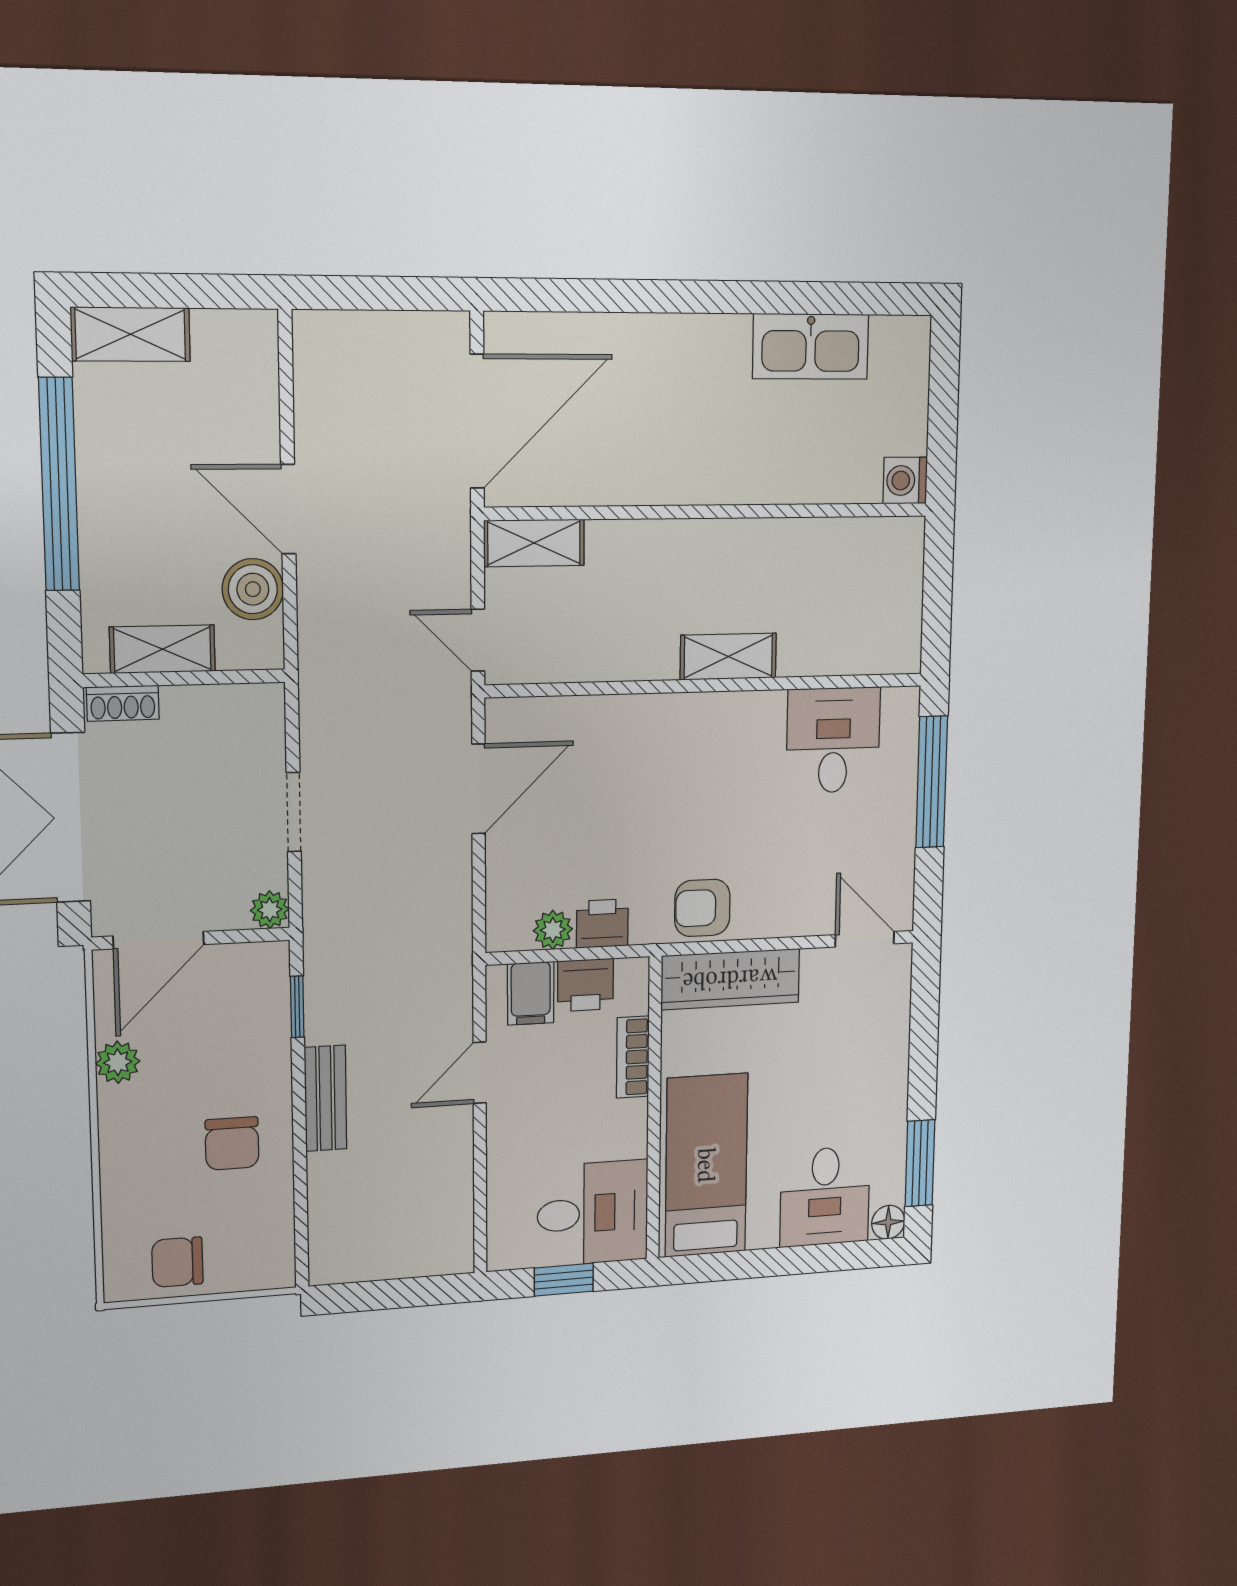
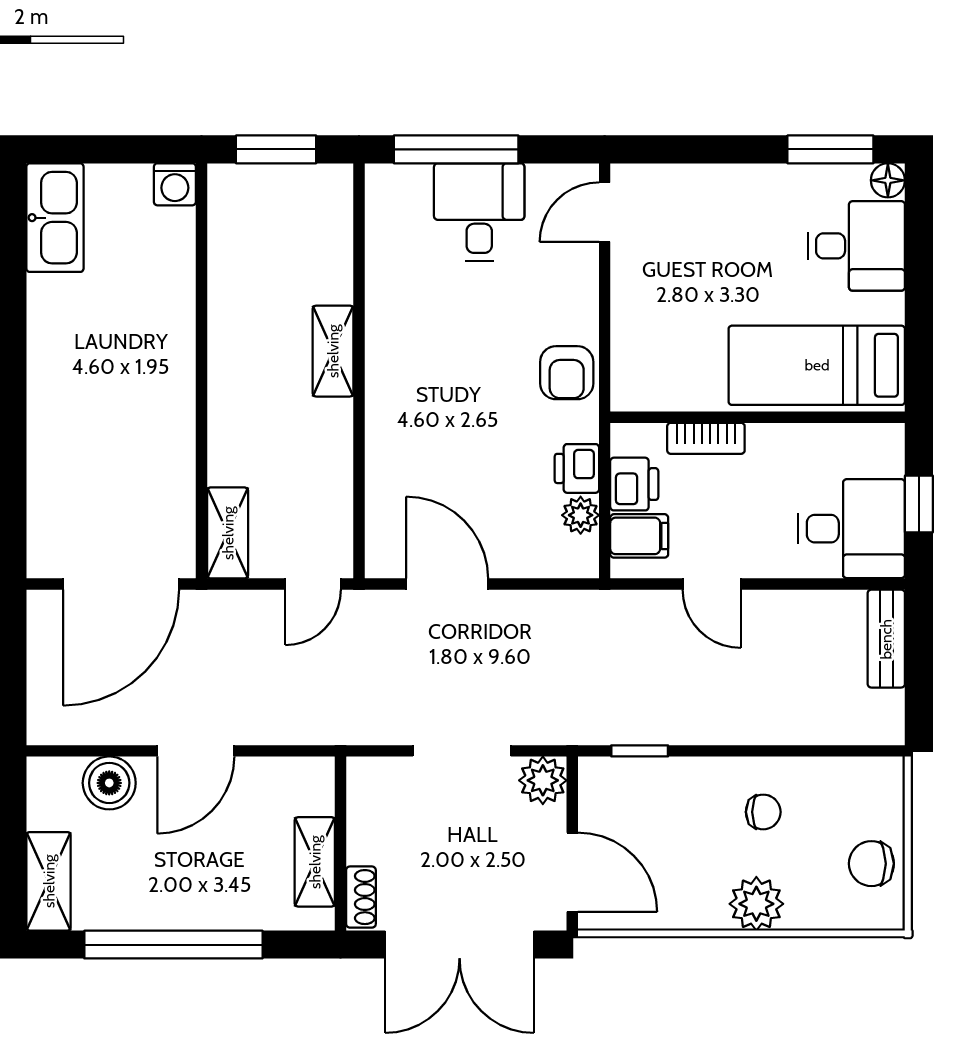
kitchen sink: (811, 346) -> (55, 218), moved
door: (477, 421) -> (121, 584), swing flipped
boiler: (253, 589) -> (109, 783), moved
window: (937, 590) -> (276, 149), added
desk: (833, 740) -> (479, 212), moved, turned 90
doorway: (294, 812) -> (462, 751), width x1.38
plant: (270, 910) -> (543, 780), width x1.38, depth x1.38
wardrobe: (730, 979) -> (636, 344), removed
plant: (118, 1062) -> (756, 904), moved, width x1.38, depth x1.38
bench: (326, 1098) -> (886, 639), moved, turned 90
chair: (232, 1143) -> (763, 812), width x0.73, depth x0.73
desk: (593, 1213) -> (852, 529), moved, turned 90
chair: (177, 1262) -> (871, 864), turned 90

